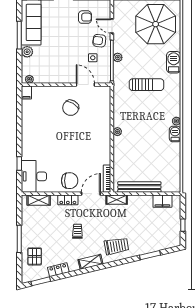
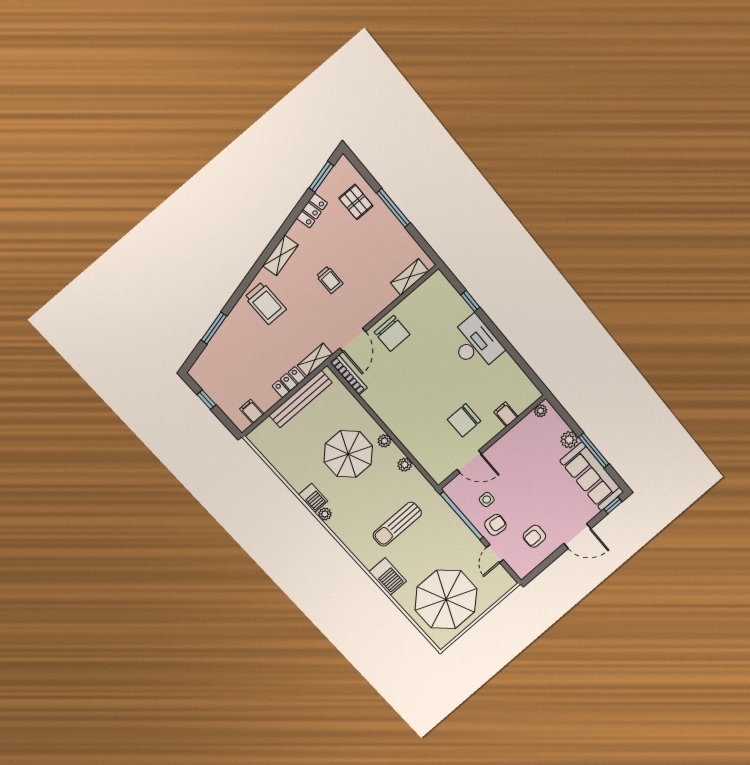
door: (112, 26) -> (495, 554), swing flipped
plant: (118, 57) -> (405, 465), moved
filing cabinet: (26, 93) -> (506, 414), moved
chair: (71, 108) -> (464, 420), turned -121
parasol: (140, 141) -> (348, 454), added
desk: (34, 176) -> (476, 344), moved
chair: (70, 181) -> (392, 333), turned -90
locker: (68, 200) -> (289, 382), moved
filing cabinet: (162, 201) -> (252, 411), width x0.50
trolley: (116, 246) -> (265, 303), turned -80

